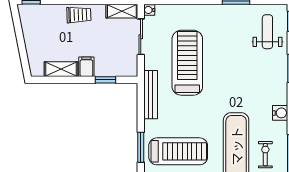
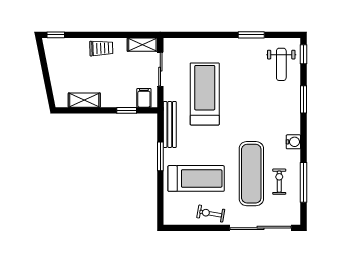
water cooler: (149, 10) -> (168, 44), removed
weight bench: (267, 32) -> (281, 64), turned 180
filing cabinet: (86, 67) -> (144, 98), moved
window: (141, 147) -> (160, 156), moved

